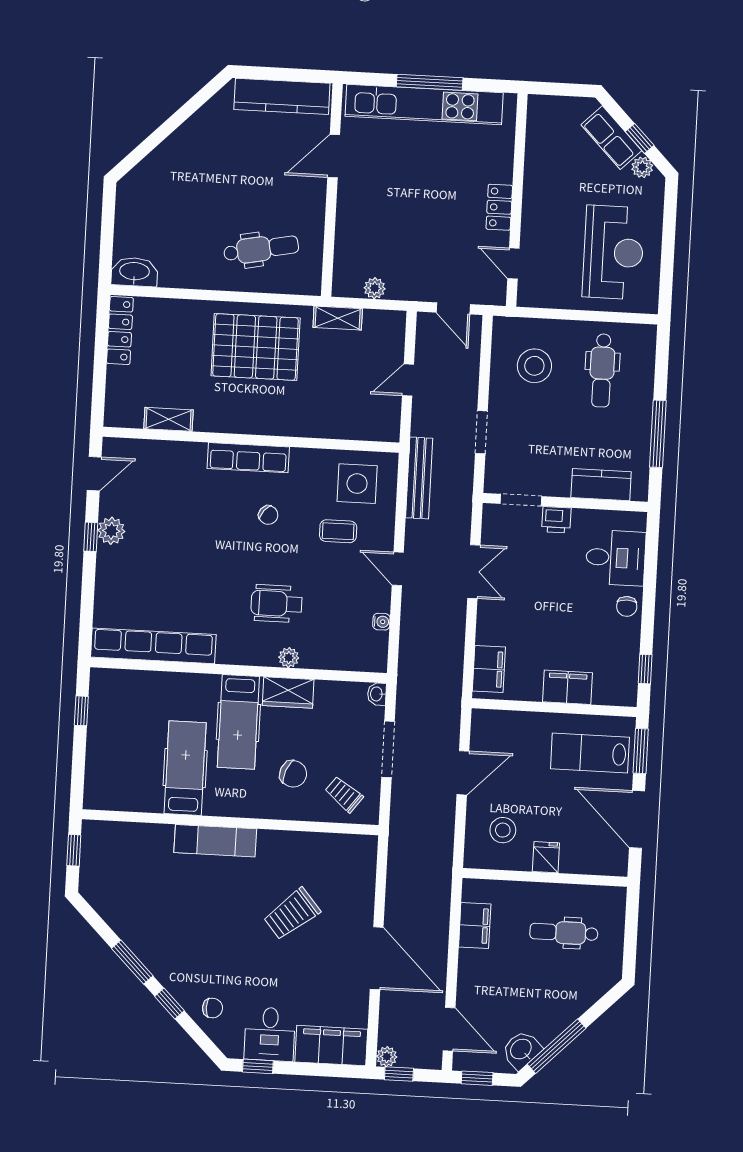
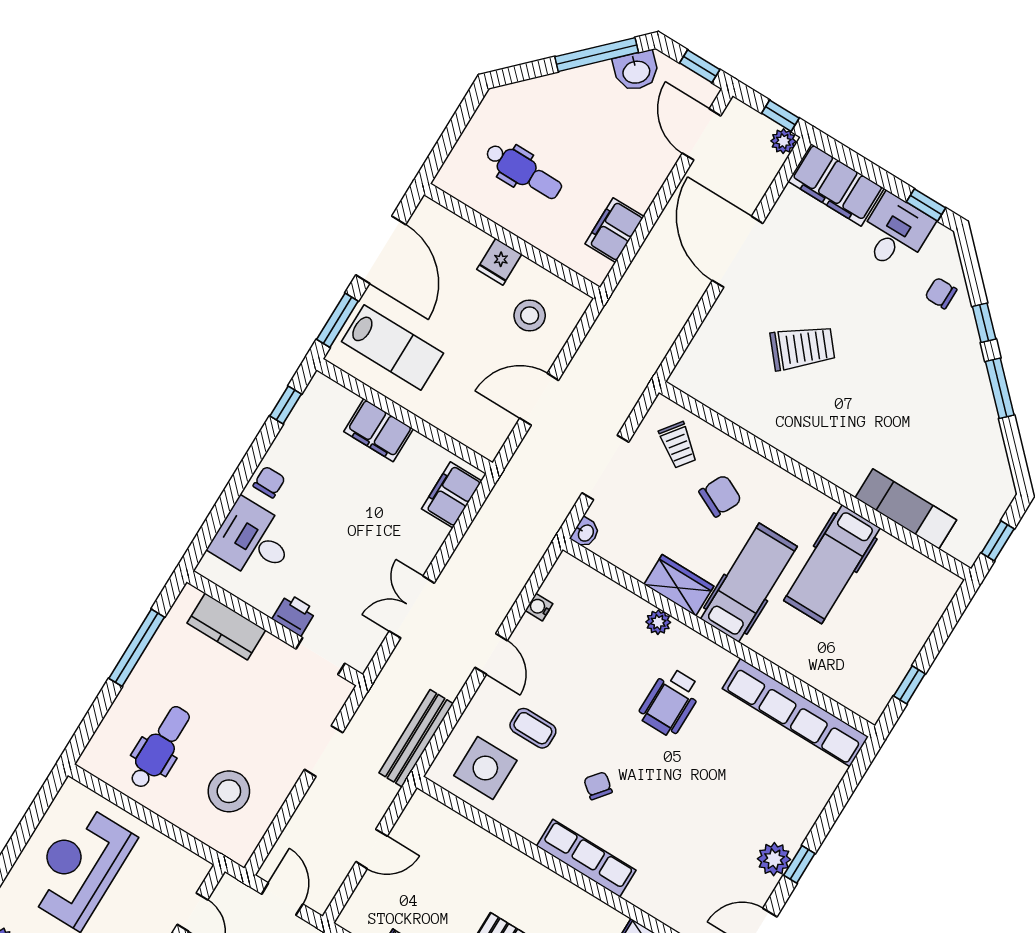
wheelchair: (276, 604) -> (670, 702), moved, turned 90
chair: (293, 774) -> (720, 496), turned 94
exam couch: (215, 841) -> (906, 509), moved

